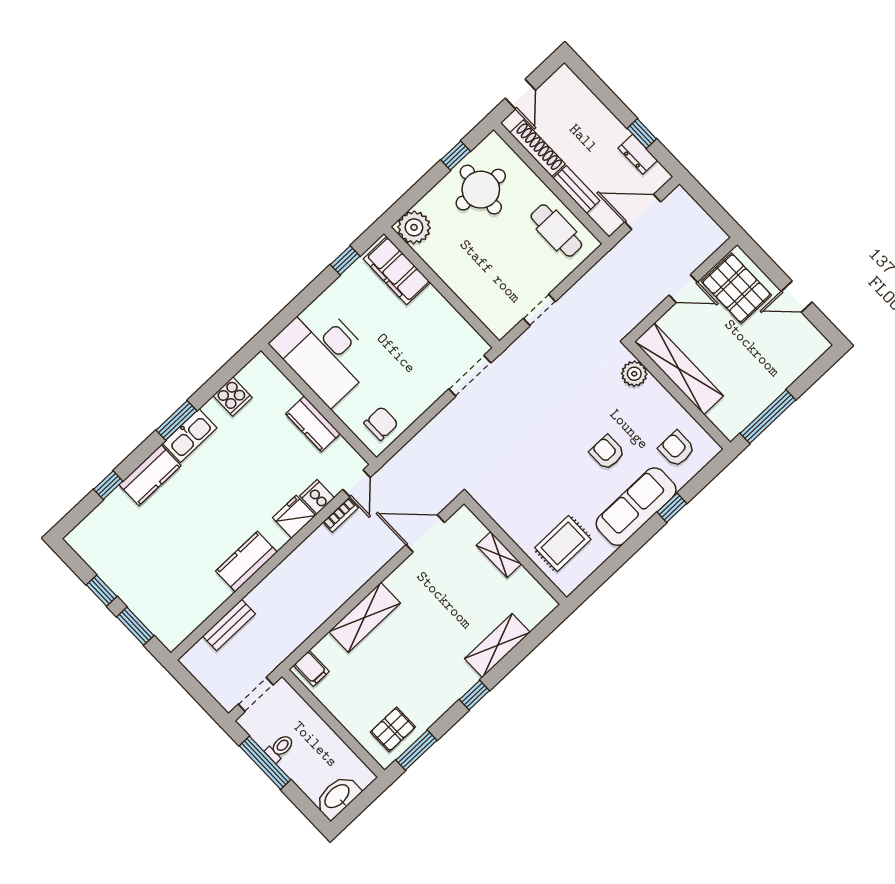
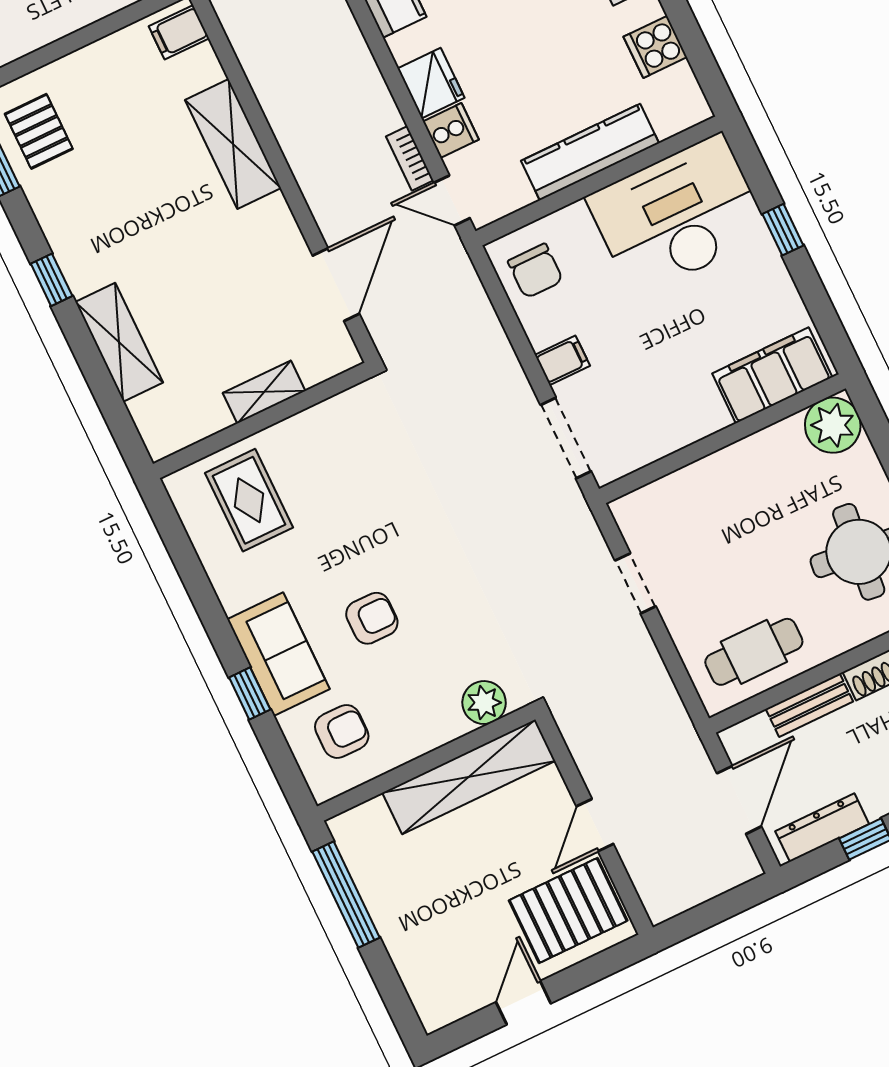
dresser: (638, 154) -> (822, 828), width x1.44
window: (345, 260) -> (783, 230), moved
filing cabinet: (427, 392) -> (562, 360), added
kitchen counter: (313, 424) -> (590, 152), width x1.50
sofa: (636, 507) -> (278, 654), width x0.73

